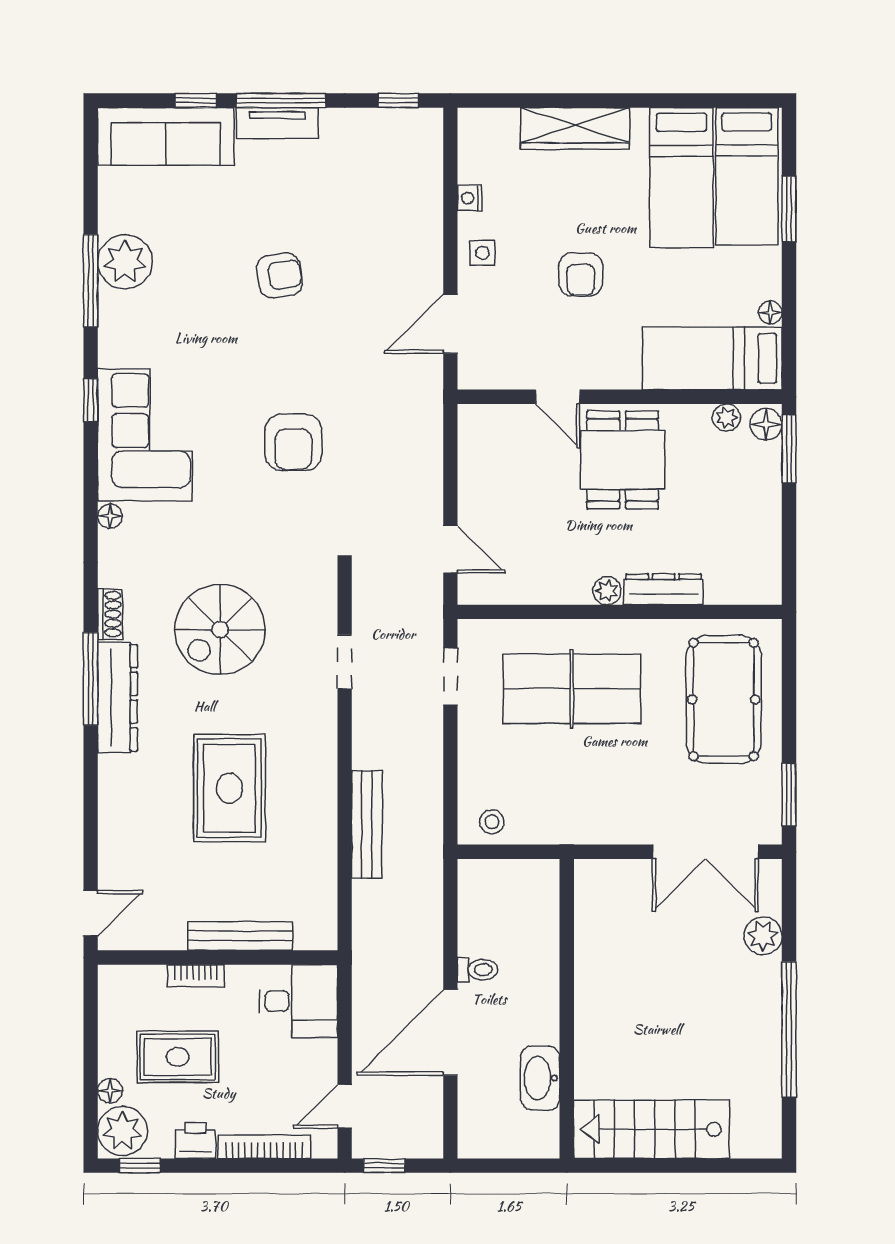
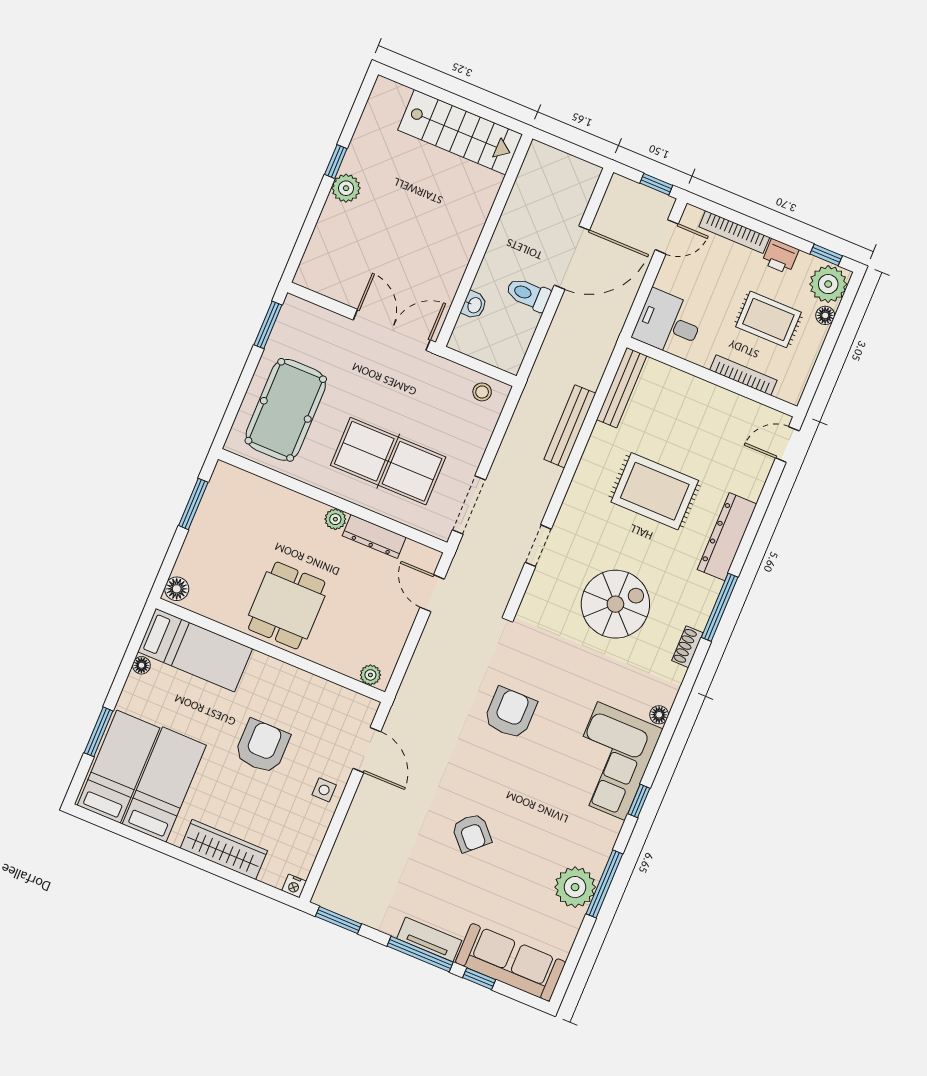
window: (398, 100) -> (338, 920), width x1.50
nightstand: (470, 198) -> (294, 886), moved, turned 90
armchair: (581, 274) -> (262, 746), width x1.38, depth x1.38
armchair: (280, 275) -> (472, 833), turned -124
door: (450, 324) -> (367, 750), hinge flipped
door: (558, 397) -> (313, 668), removed
plant: (727, 418) -> (370, 675), moved
window: (789, 449) -> (193, 504), moved
dresser: (664, 589) -> (374, 536), moved
doorway: (450, 677) -> (469, 505), width x1.38
dresser: (118, 698) -> (727, 537), moved
rug: (229, 788) -> (655, 491), turned 90
double door: (705, 852) -> (392, 330), moved
bench: (240, 936) -> (622, 388), moved, turned 90
plant: (763, 936) -> (346, 188), moved
toilet: (478, 970) -> (528, 294), width x1.37, depth x1.39
bookcase: (196, 976) -> (743, 375), width x1.56
window: (789, 1030) -> (336, 162), width x0.32
washbasin: (540, 1078) -> (474, 305), moved, width x0.52, depth x0.69

